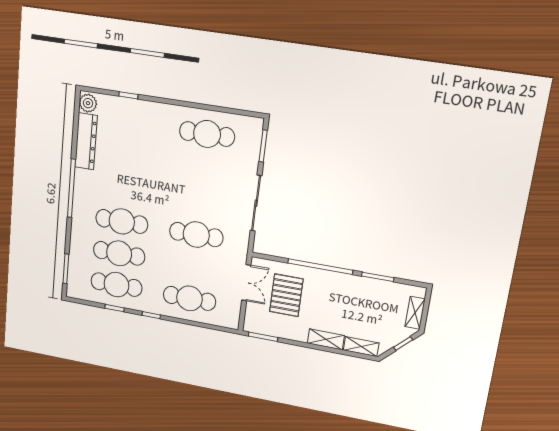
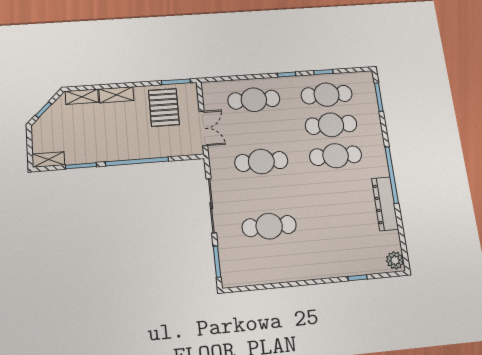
cafe table: (207, 134) -> (269, 226), moved
dresser: (86, 141) -> (385, 204), moved
double door: (246, 283) -> (203, 128), swing flipped
pallet: (286, 295) -> (164, 107), moved
shelving: (415, 313) -> (48, 159), moved, turned 90

